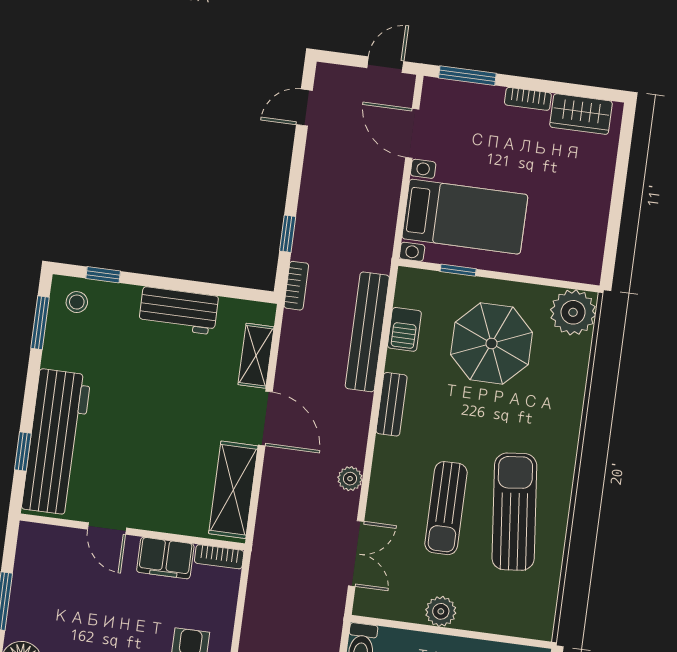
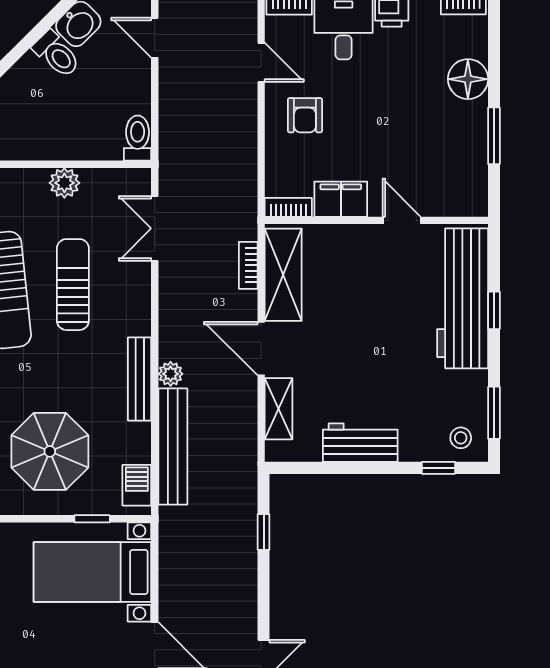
bookcase: (296, 286) -> (248, 265), moved
barbecue: (404, 329) -> (137, 485), moved
bench: (392, 404) -> (140, 379), width x1.36
window: (23, 451) -> (494, 310), moved
plant: (350, 479) -> (171, 374), moved

